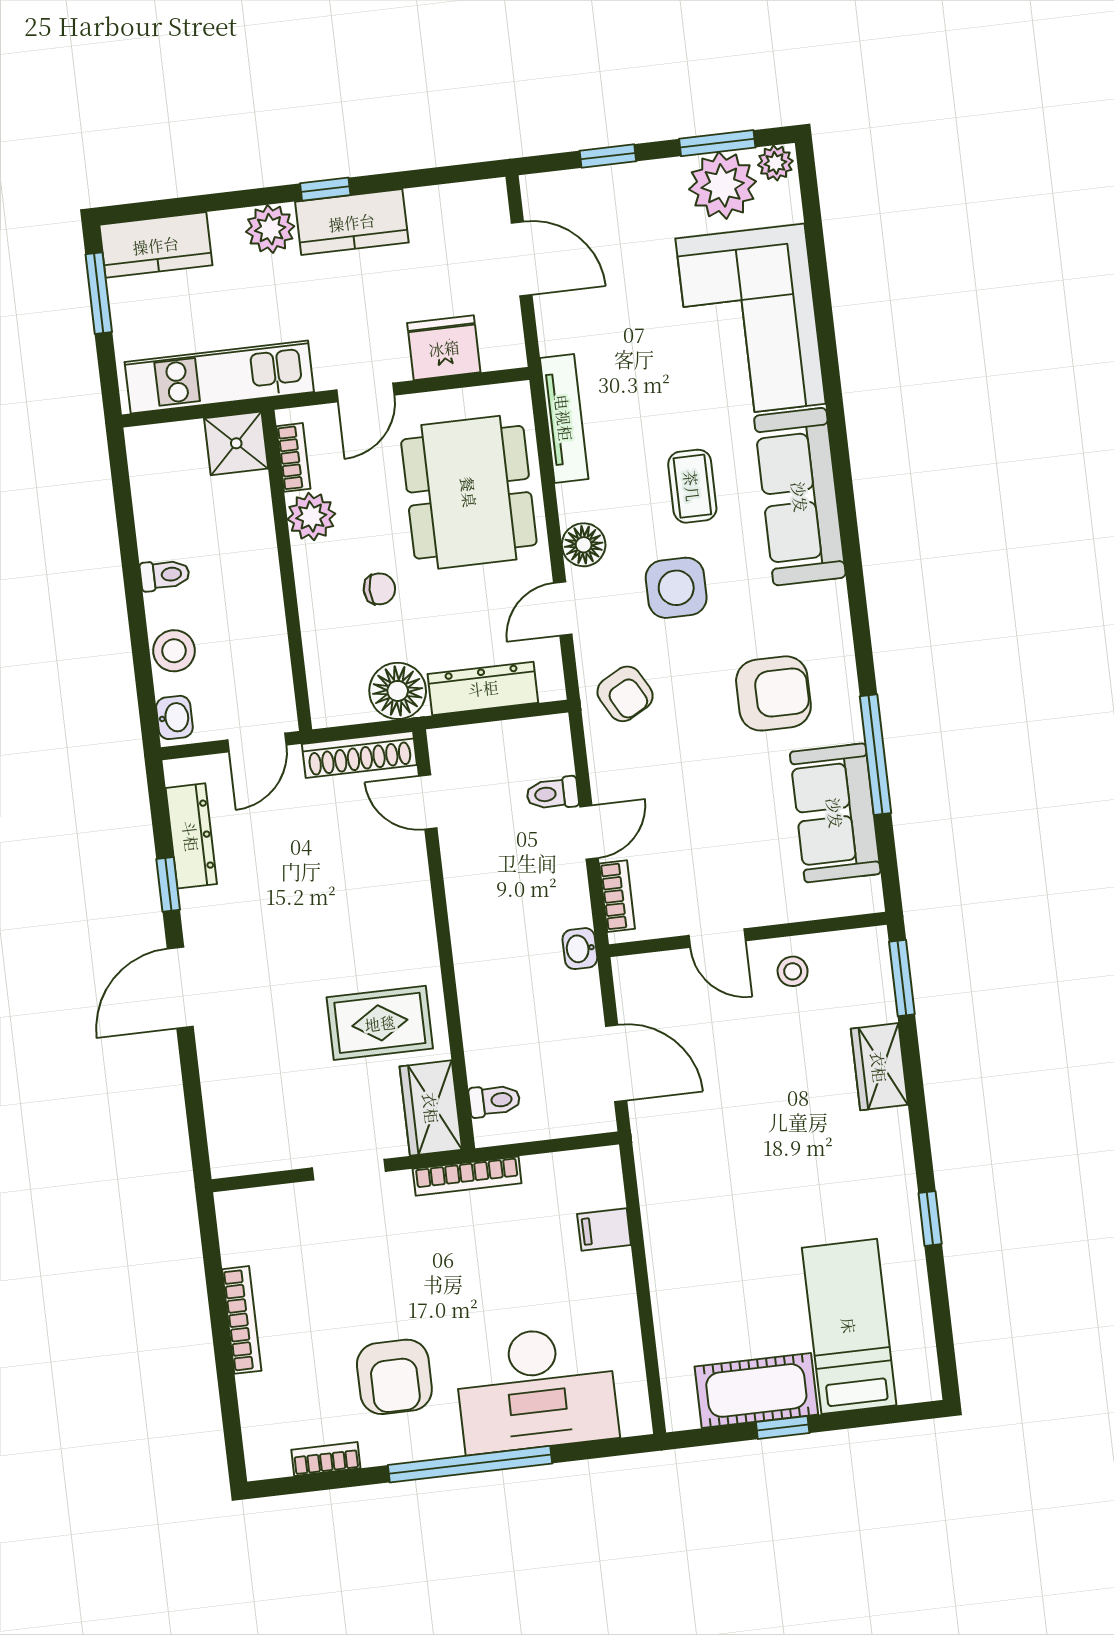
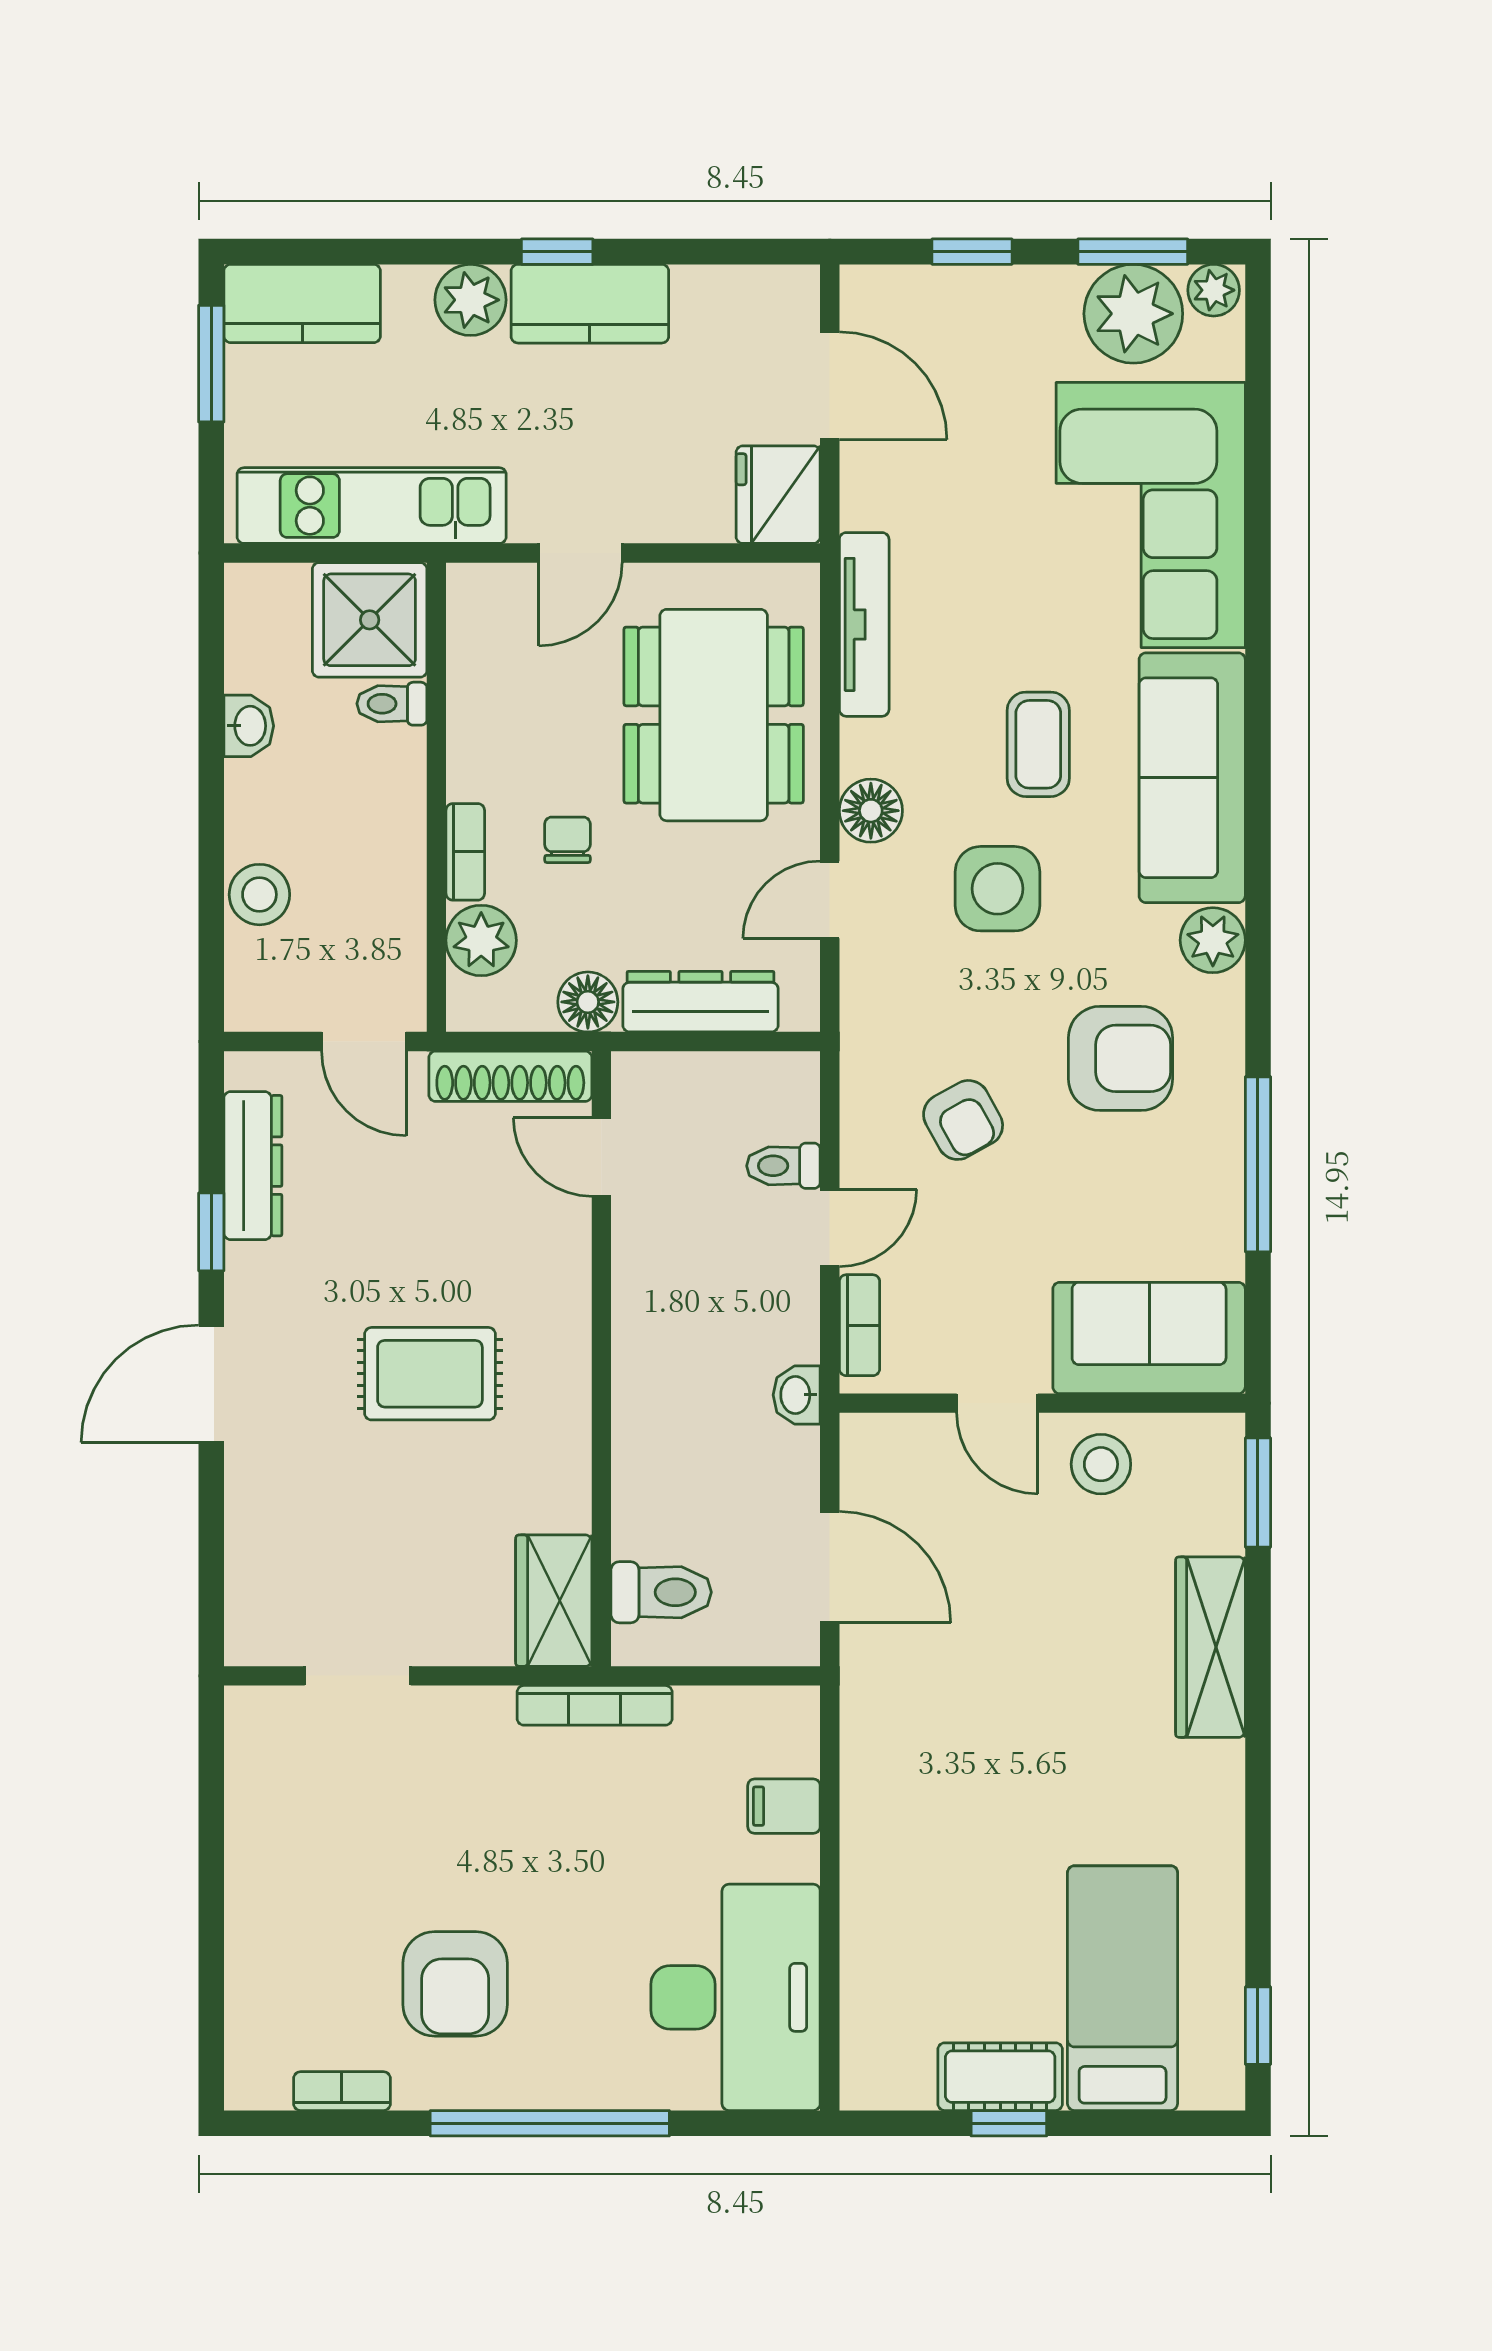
fridge: (444, 348) -> (778, 495), moved, turned -90
shower: (236, 443) -> (370, 620), width x1.36, depth x1.36
bookcase: (293, 457) -> (465, 852), moved
plant: (311, 517) -> (481, 940), moved
toilet: (165, 575) -> (392, 704), moved, turned 180
chair: (379, 589) -> (567, 840), turned -90
plant: (827, 606) -> (1213, 940), added
floor lamp: (398, 691) -> (588, 1002), width x0.73, depth x0.73
armchair: (625, 694) -> (963, 1120), moved
washbasin: (174, 717) -> (249, 726), moved
door: (257, 743) -> (364, 1042), hinge flipped
sofa: (835, 813) -> (1149, 1338), moved, turned 90
stool: (793, 971) -> (1101, 1464), width x1.37, depth x1.37
rug: (380, 1023) -> (430, 1374), moved
wardrobe: (879, 1067) -> (1210, 1647), width x1.50
toilet: (495, 1100) -> (661, 1592), width x1.37, depth x1.39
doorway: (349, 1170) -> (358, 1676), moved
window: (930, 1218) -> (1258, 2026), moved
bookcase: (242, 1320) -> (244, 1875), removed
desk: (536, 1389) -> (736, 1997), moved, turned -90
cot: (756, 1390) -> (1000, 2077), width x0.73, depth x0.75

